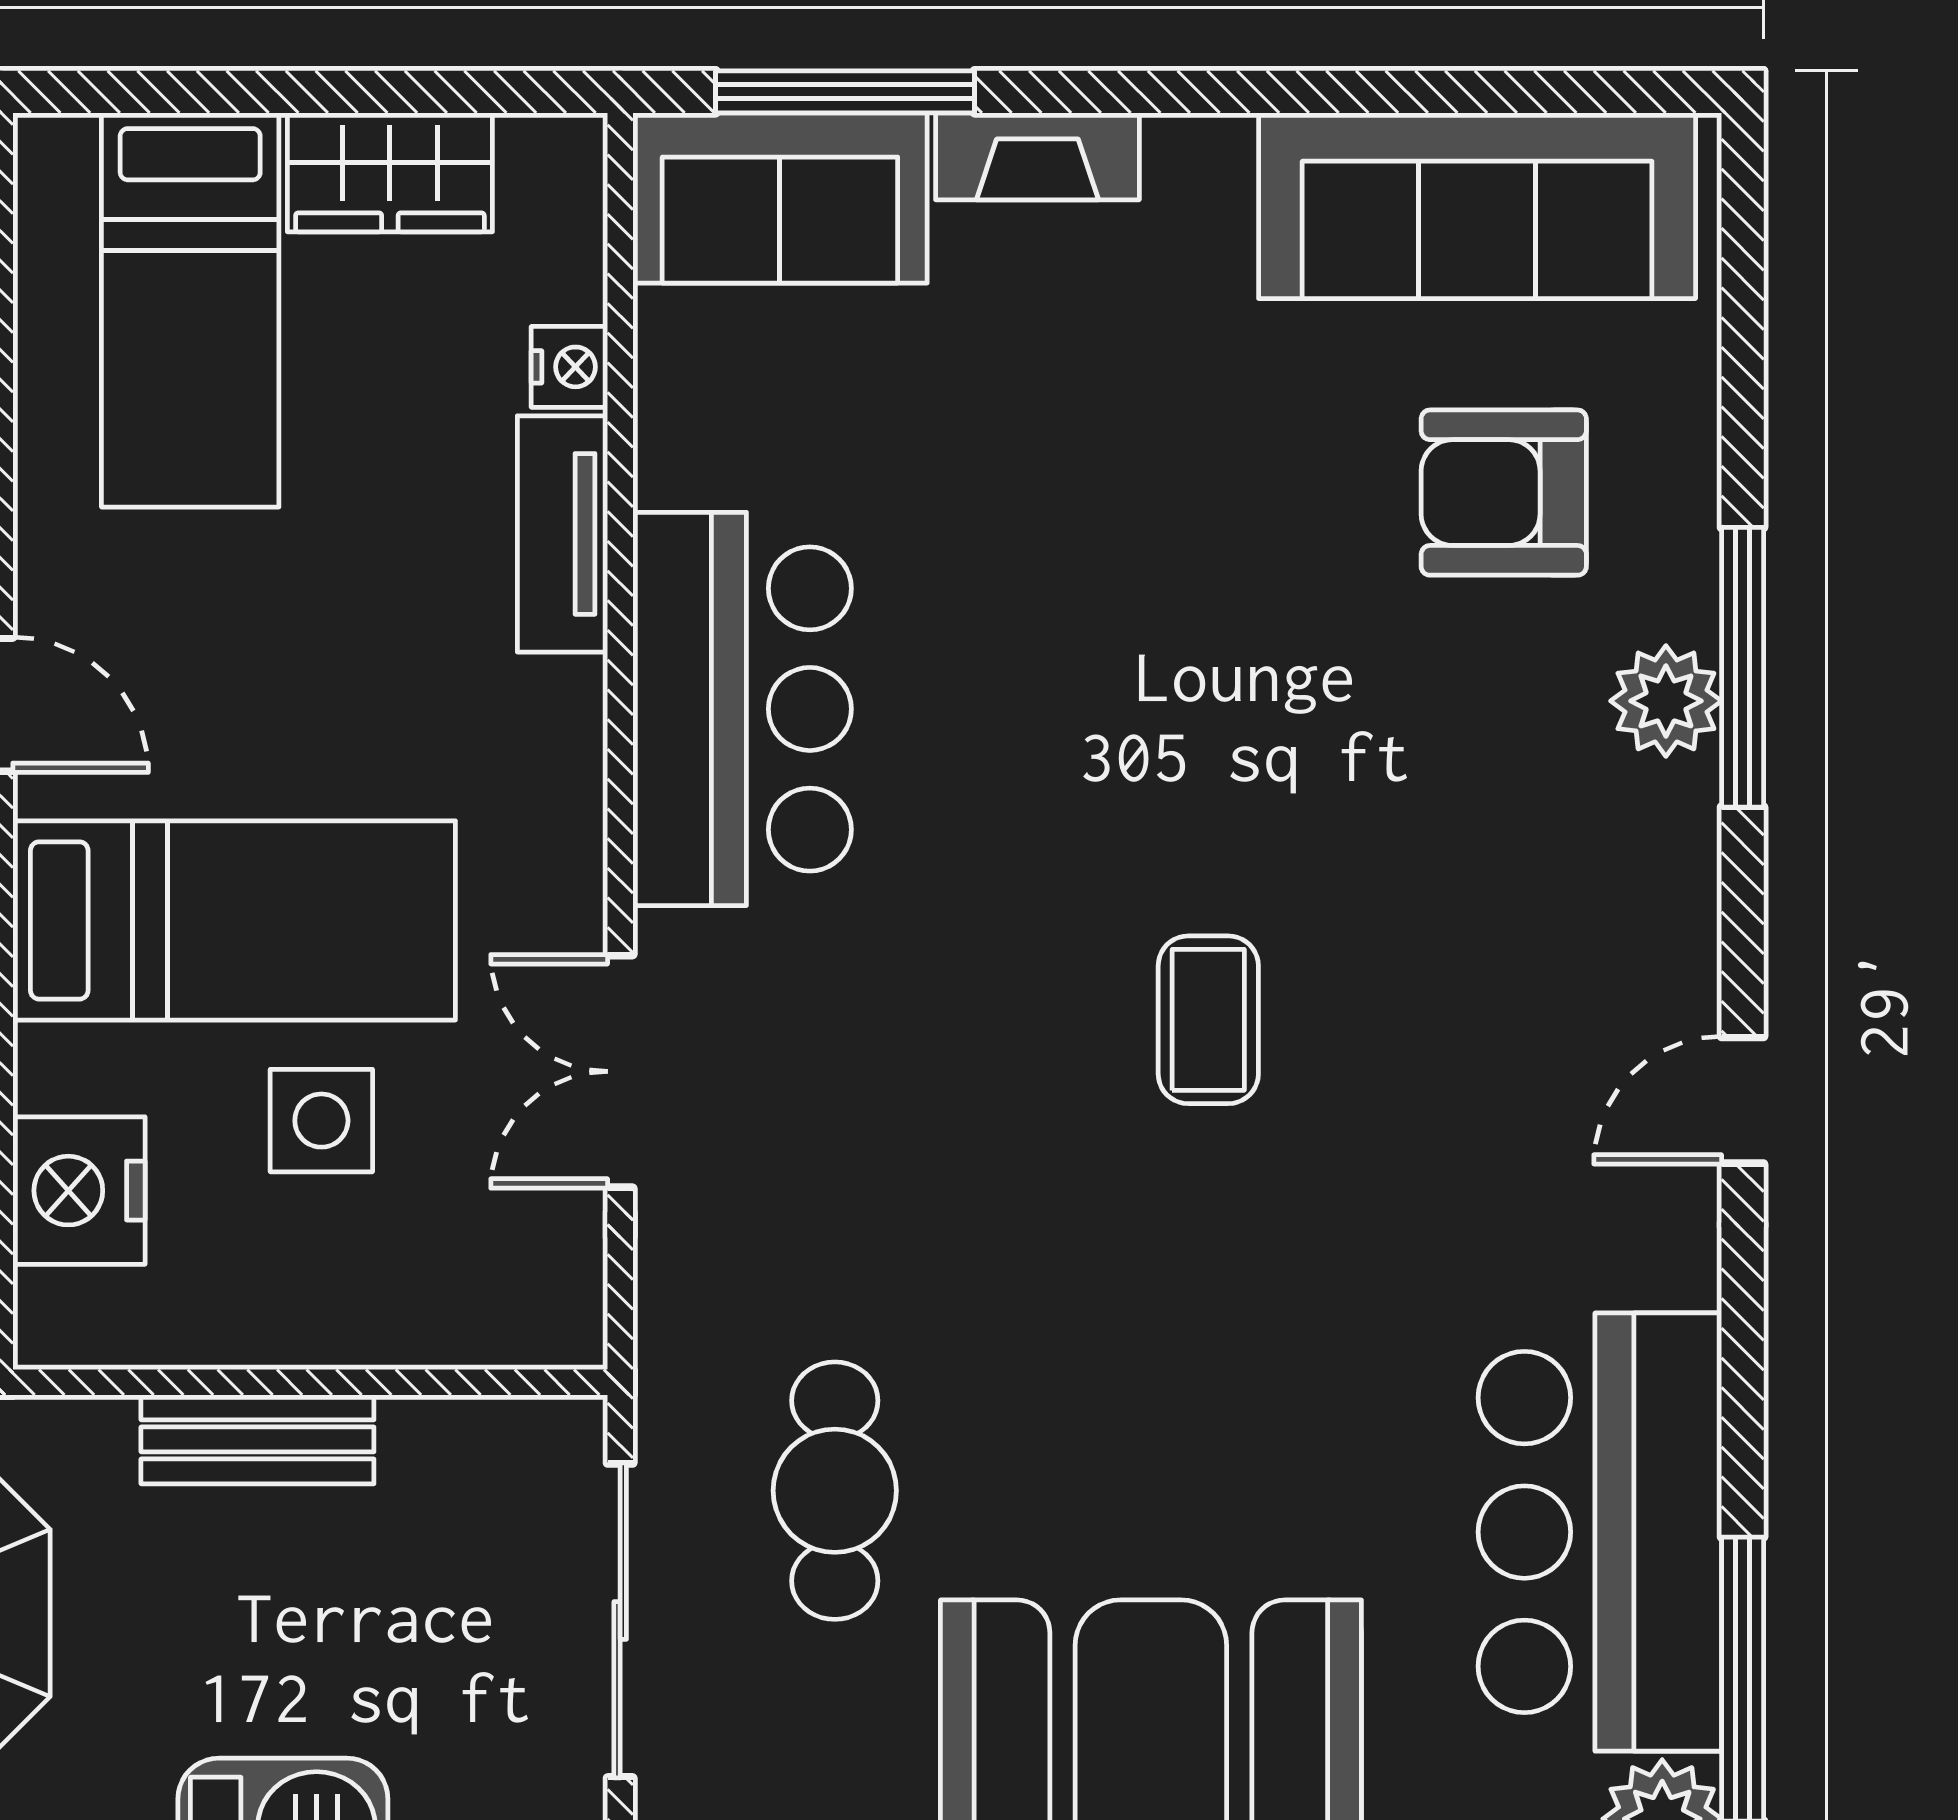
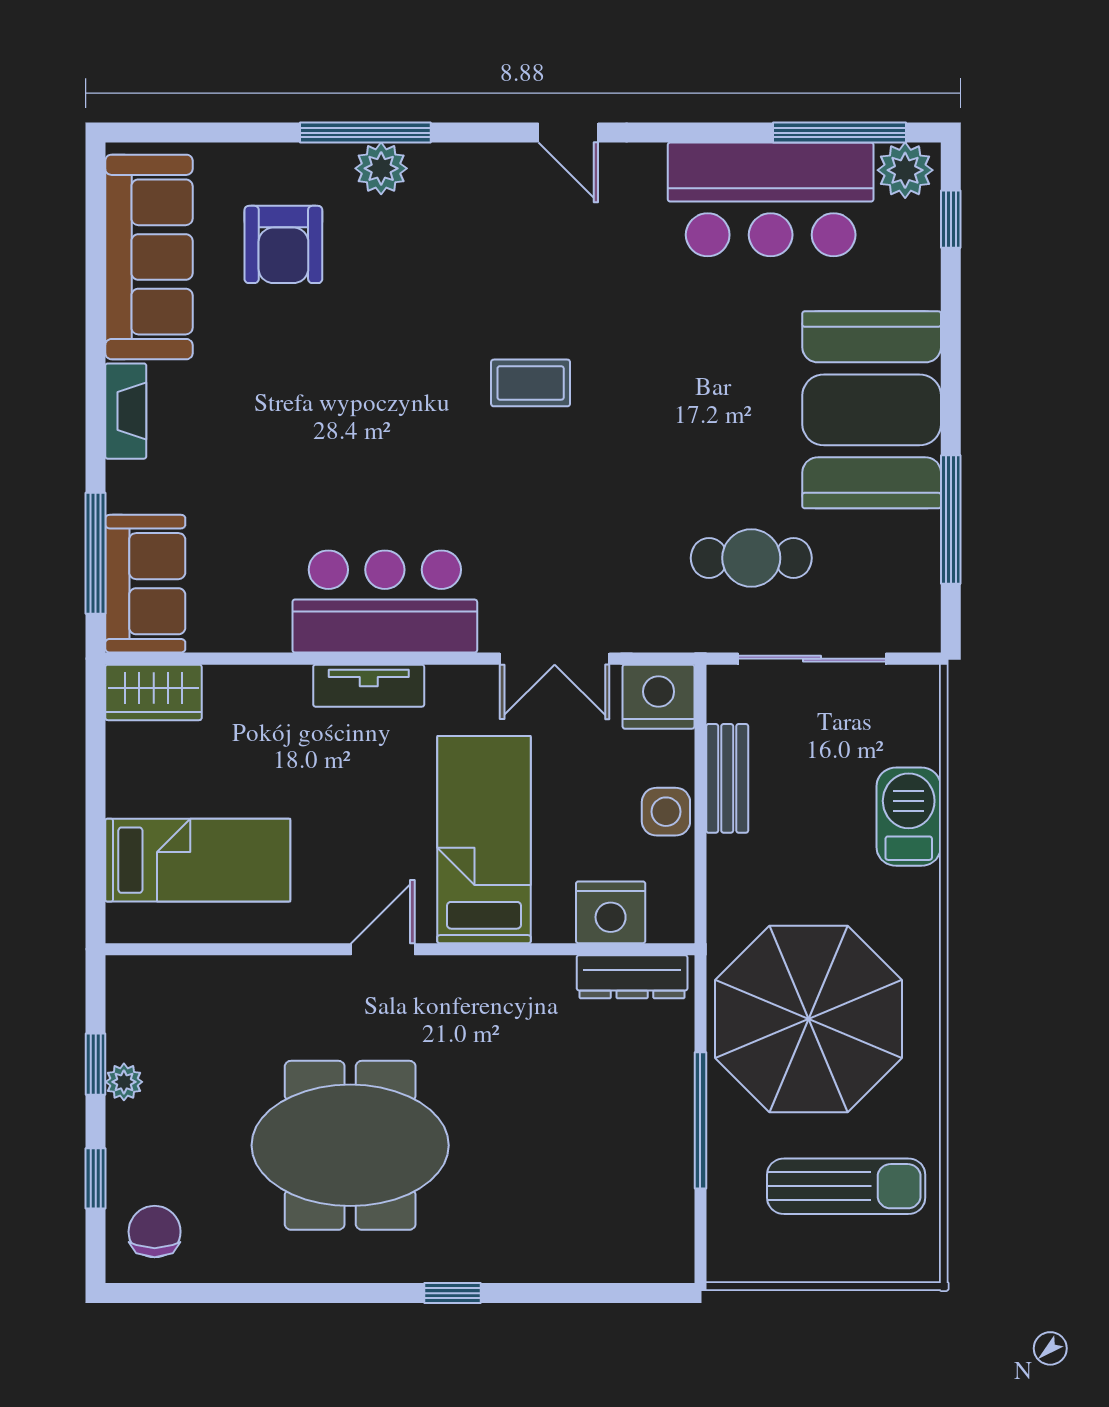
fireplace: (1037, 156) -> (126, 411), moved
wardrobe: (390, 172) -> (154, 692), moved, turned 90
nightstand: (569, 367) -> (659, 697), moved, width x1.89, depth x1.79
tv unit: (562, 534) -> (369, 686), moved
side table: (321, 1121) -> (666, 812), moved
bench: (257, 1439) -> (727, 778), moved

